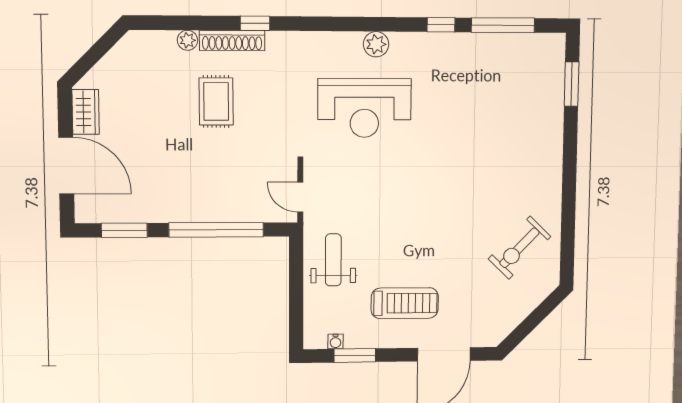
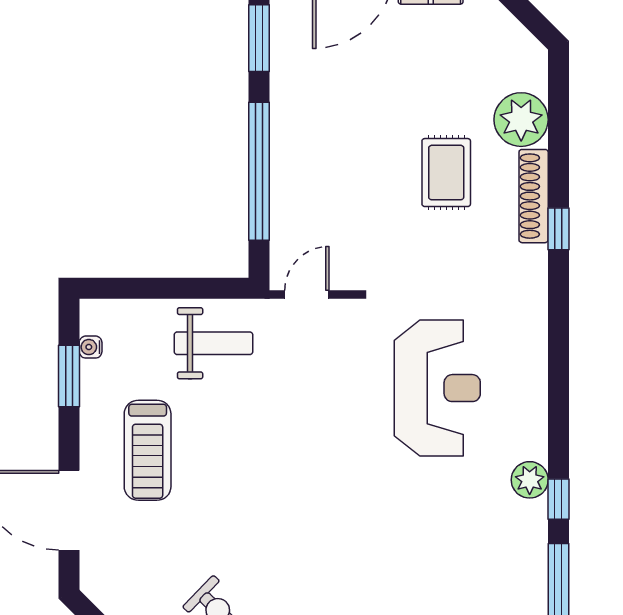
plant: (187, 40) -> (521, 120), width x1.88, depth x1.88
plant: (376, 44) -> (530, 480), moved
rug: (216, 101) -> (446, 173), turned 90
reception desk: (364, 108) -> (437, 388), turned 180

